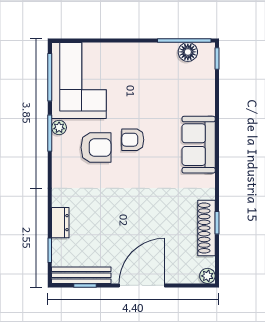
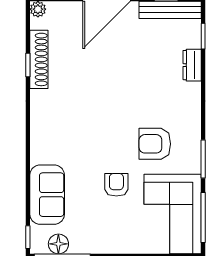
plant: (59, 127) -> (193, 165), removed
armchair: (133, 140) -> (116, 185), moved, turned -90
sofa: (199, 145) -> (47, 195), moved

